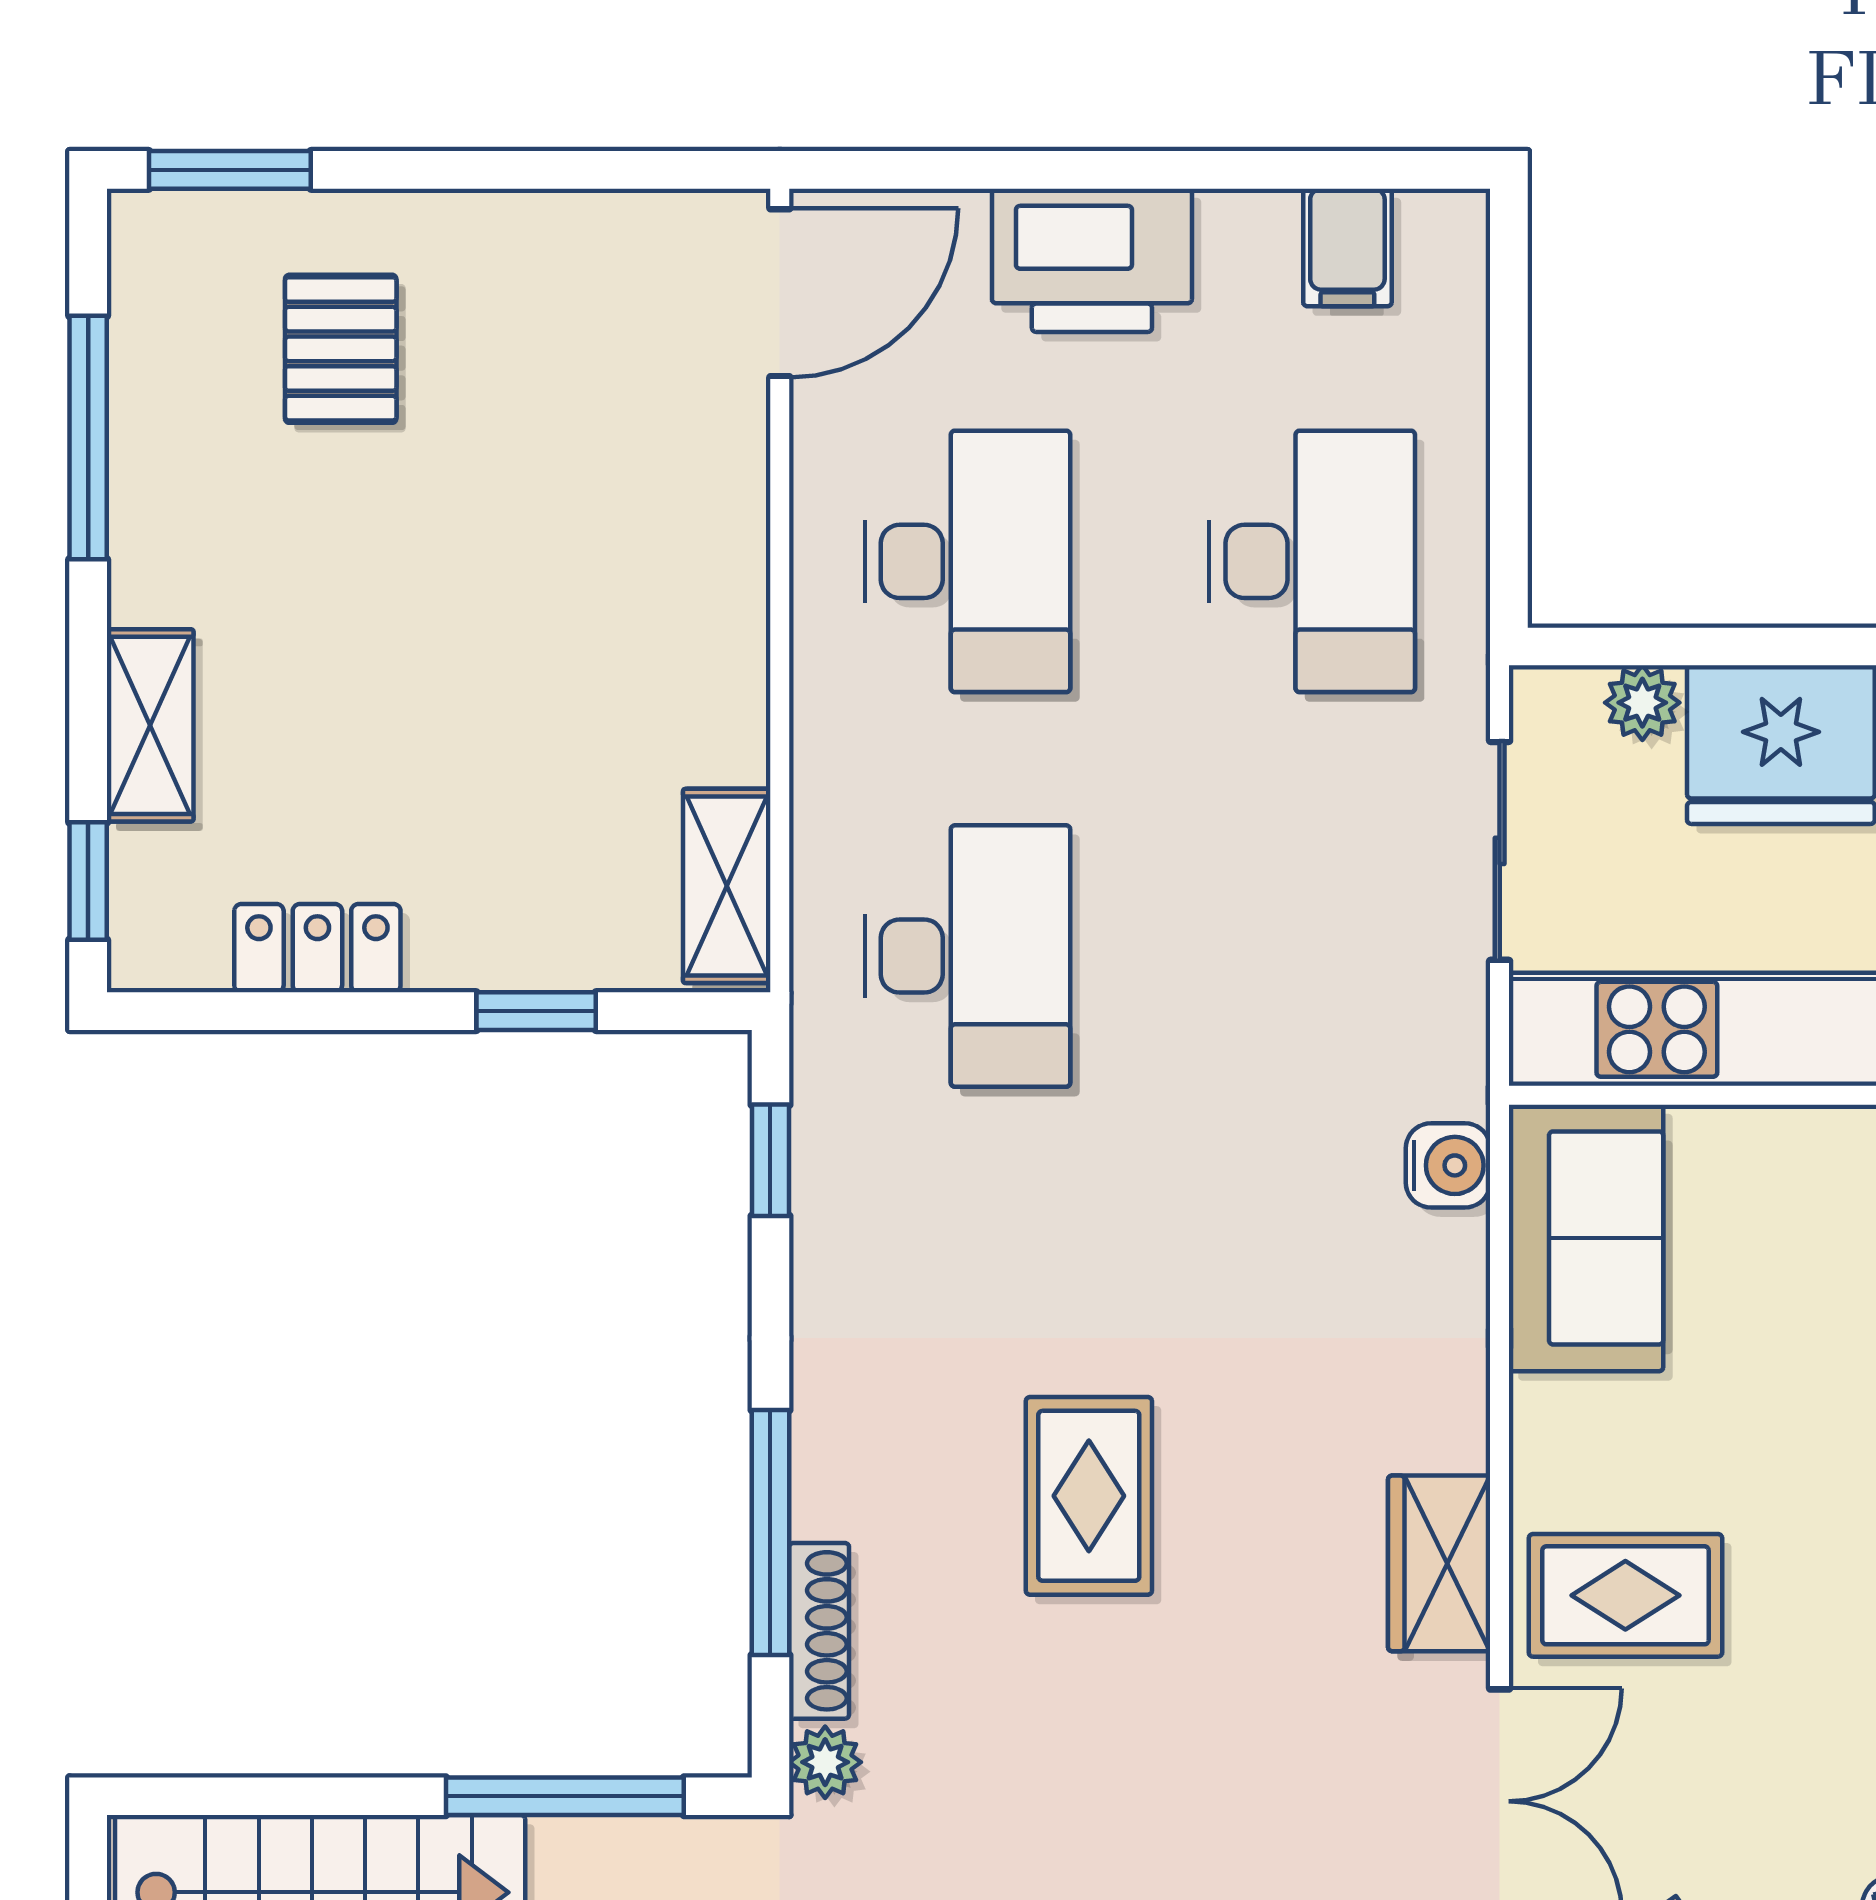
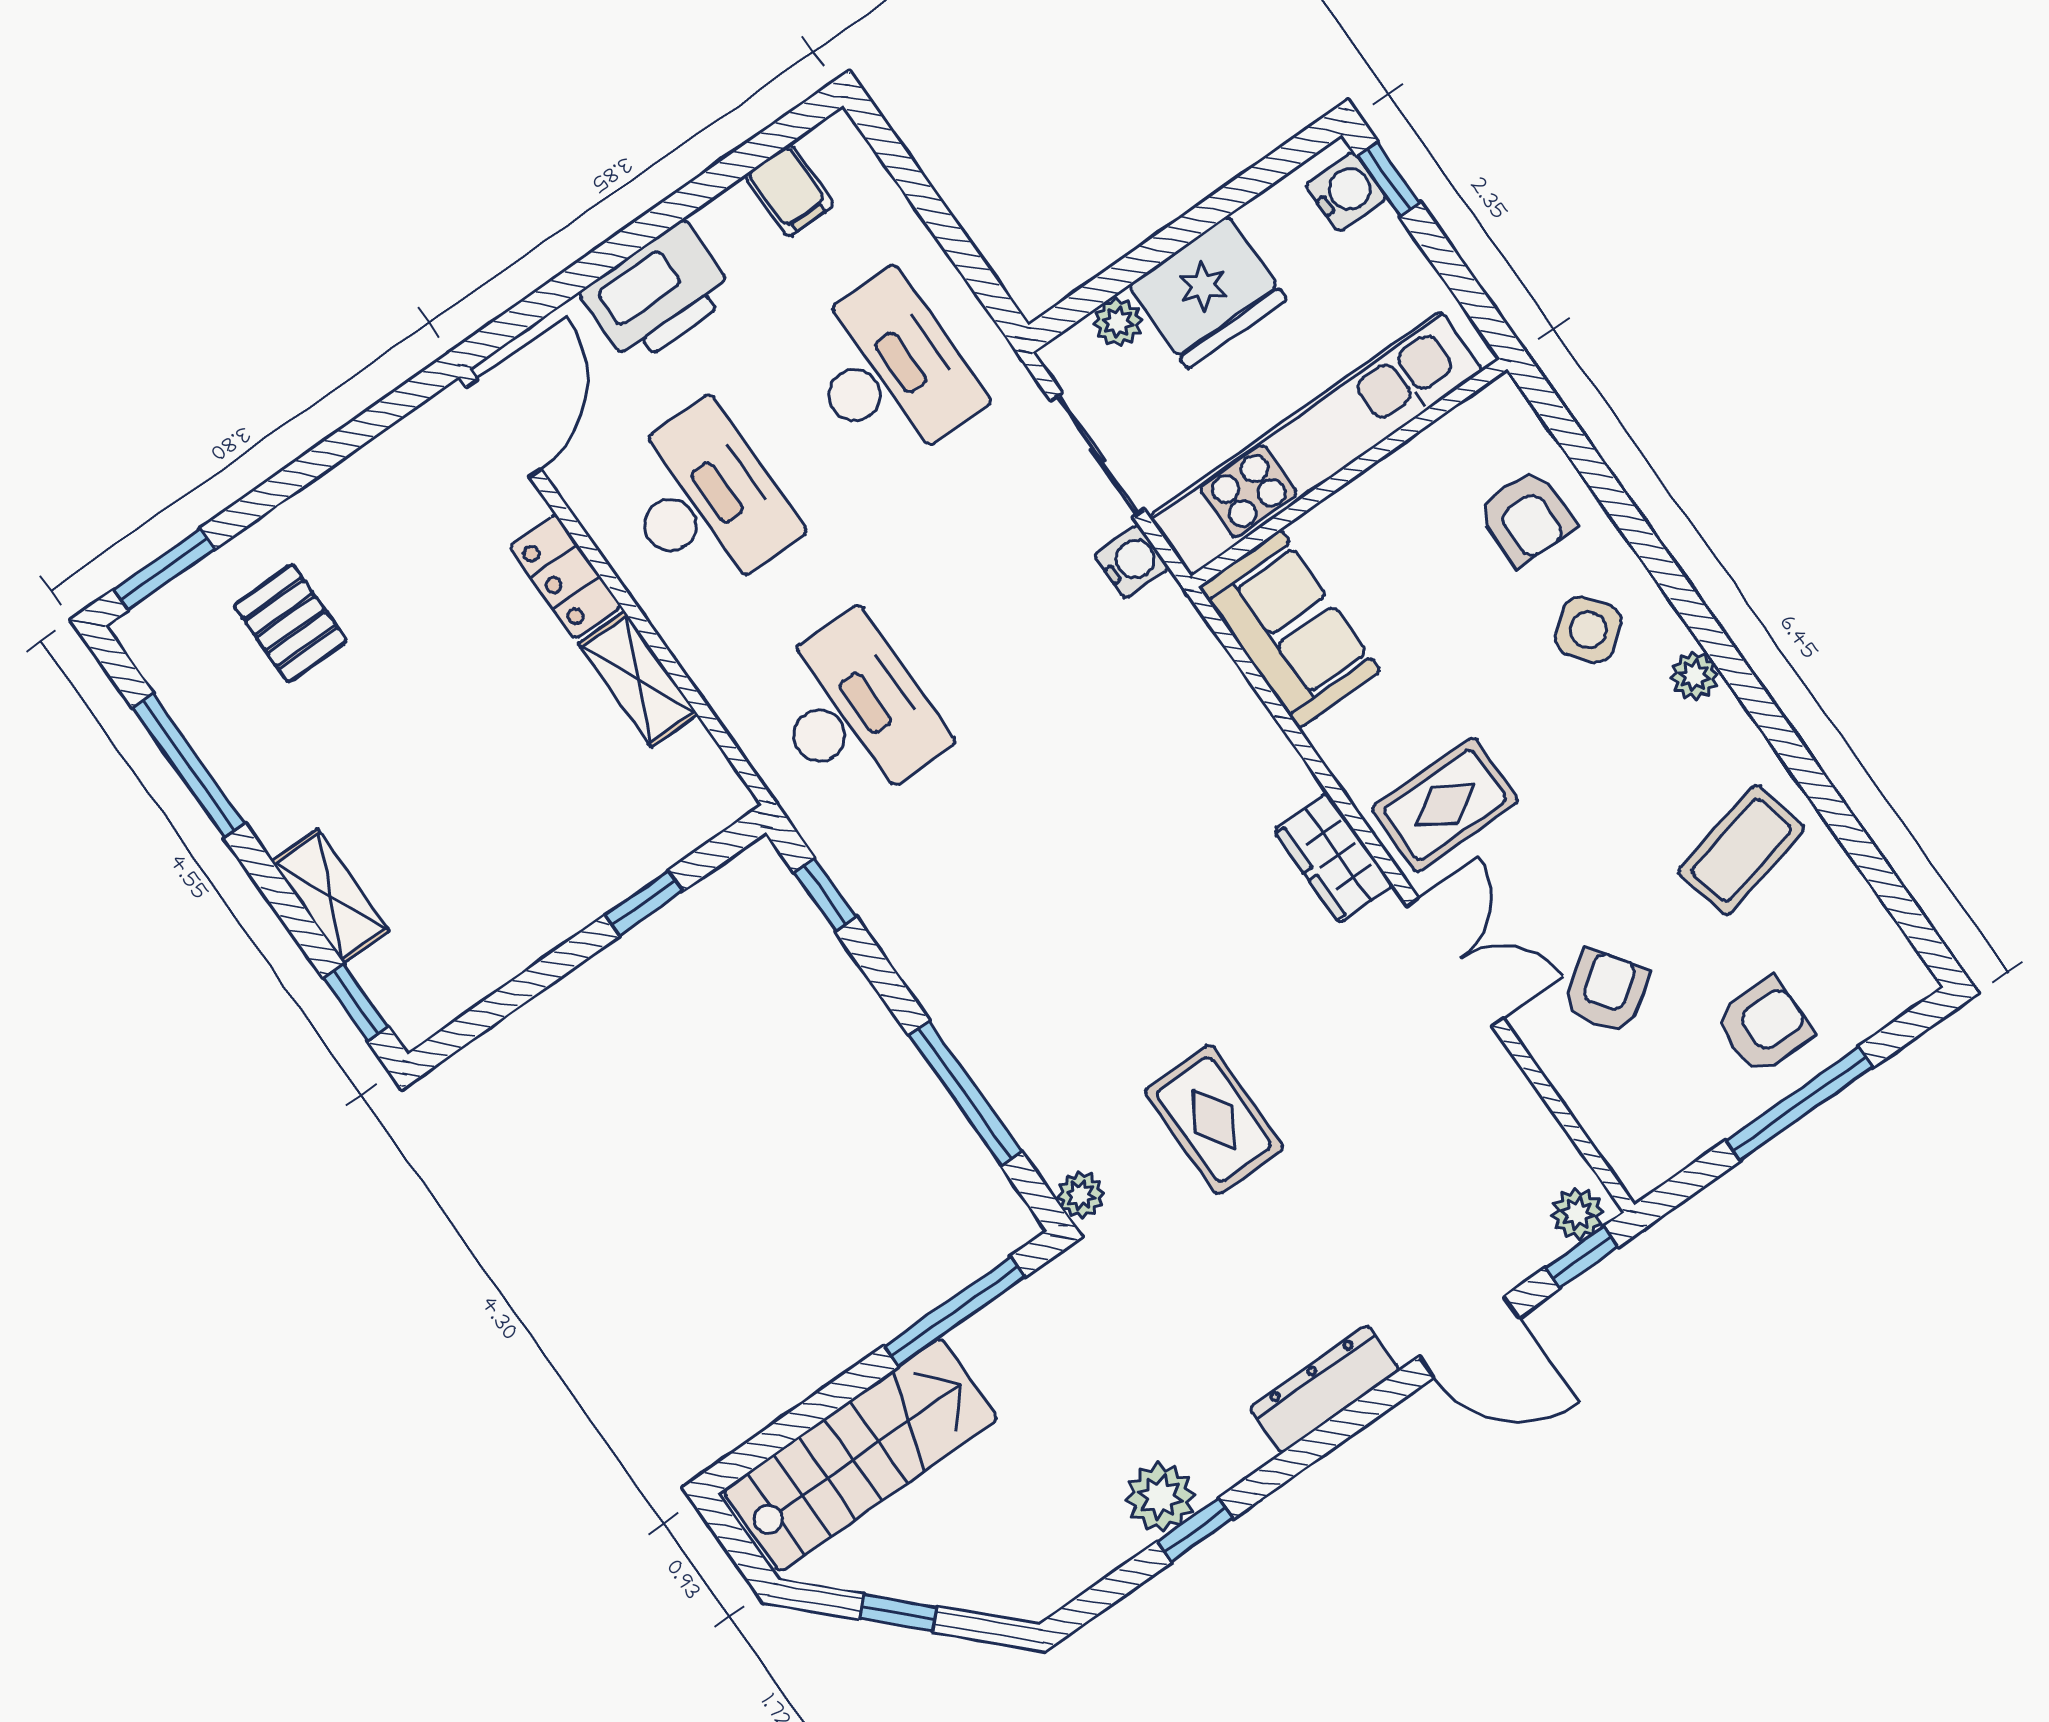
shelving: (727, 886) -> (638, 679), moved
locker: (317, 948) -> (565, 577), moved, turned -90
water cooler: (1448, 1165) -> (1132, 562), moved
rug: (1089, 1496) -> (1214, 1120), moved
shoe rack: (819, 1631) -> (1028, 1127), removed

